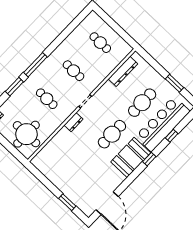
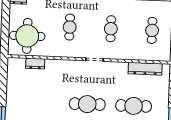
dresser: (74, 122) -> (35, 64), moved

